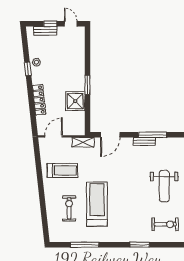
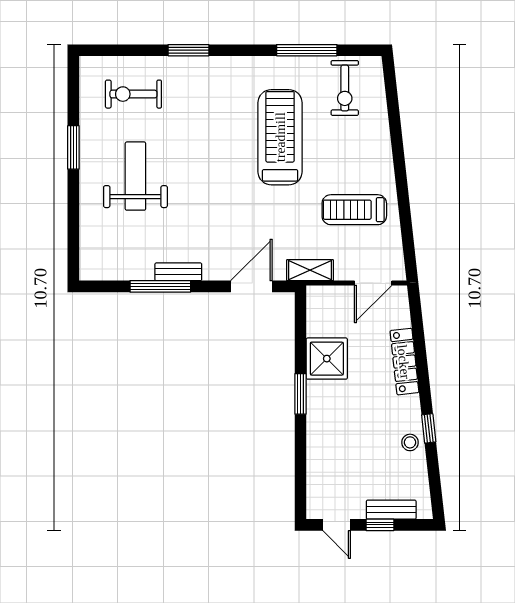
treadmill: (97, 204) -> (280, 137), turned 180
exercise bike: (69, 208) -> (345, 88), moved

